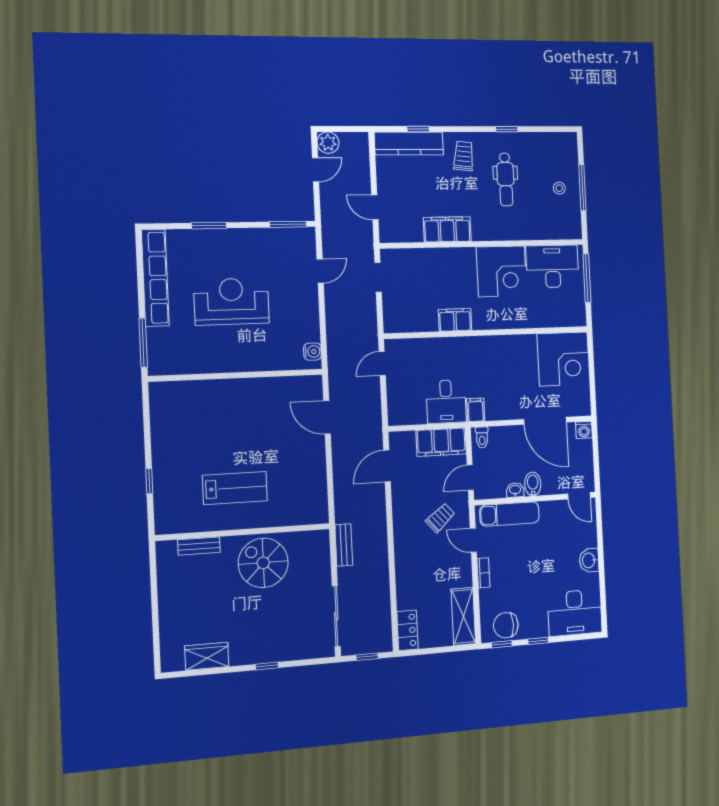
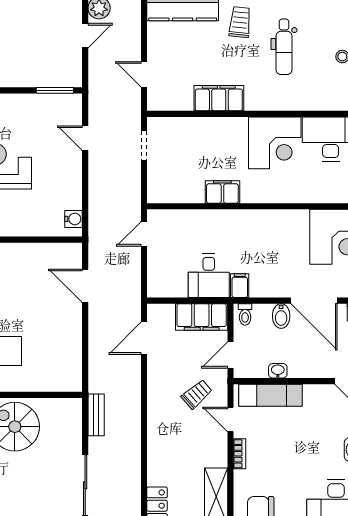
door: (320, 271) -> (85, 138), swing flipped
bidet: (533, 484) -> (281, 316), moved, turned 180

